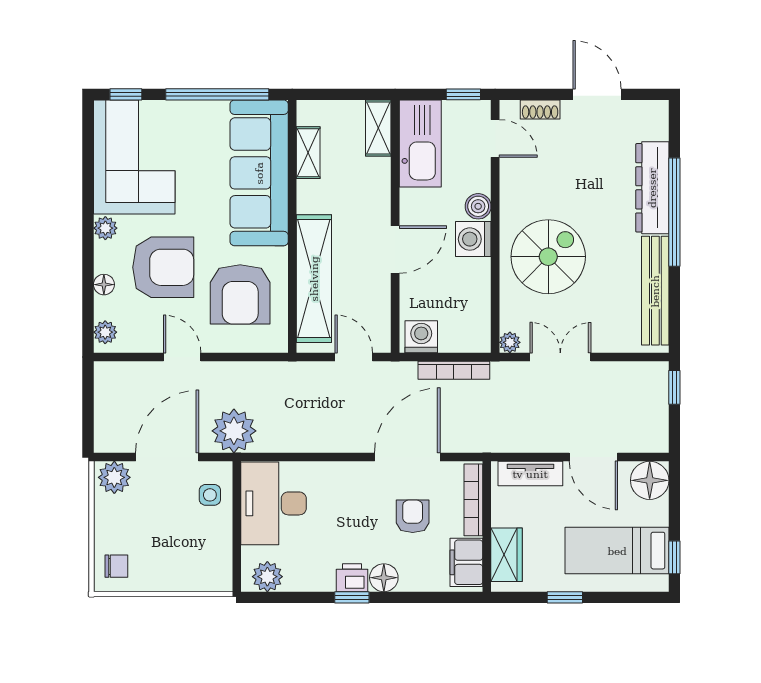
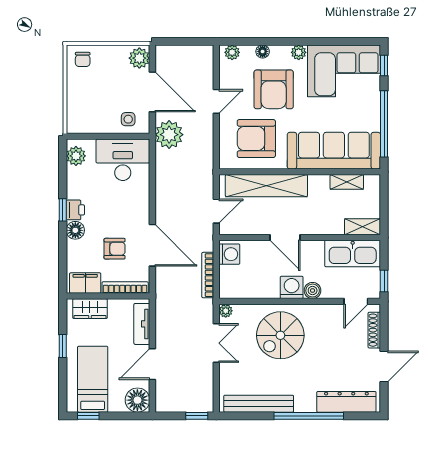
shoe rack: (540, 110) -> (374, 330), width x1.43
dresser: (652, 188) -> (346, 402), moved
spiral stairs: (548, 257) -> (280, 335), turned 90

